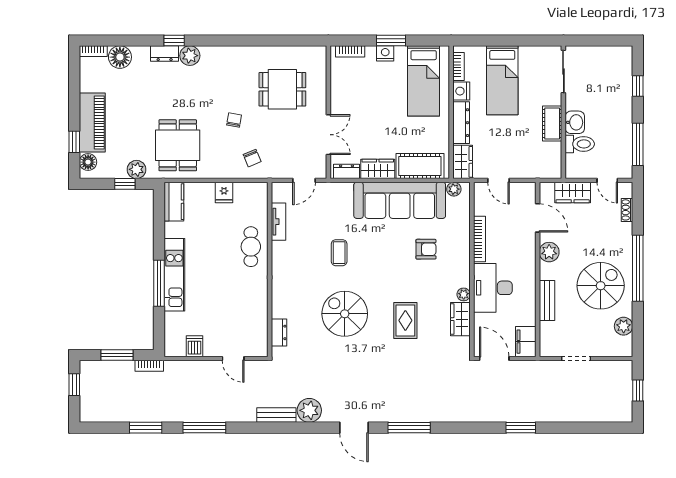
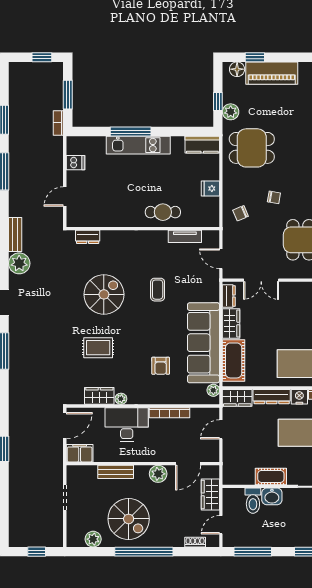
coffee table: (339, 253) -> (158, 290), turned 90

